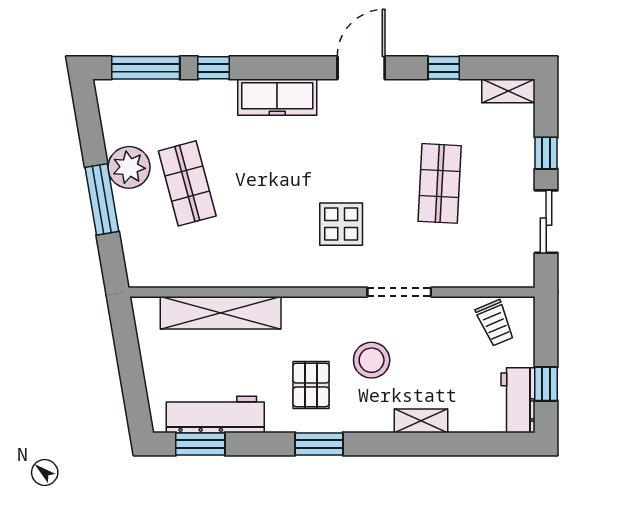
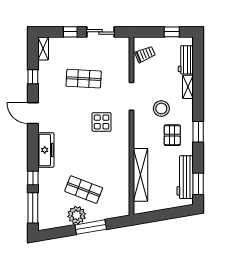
shop shelf: (187, 183) -> (84, 190), turned 36
pallet: (311, 385) -> (172, 135), turned 90
workbench: (518, 400) -> (186, 60), moved, turned 90

